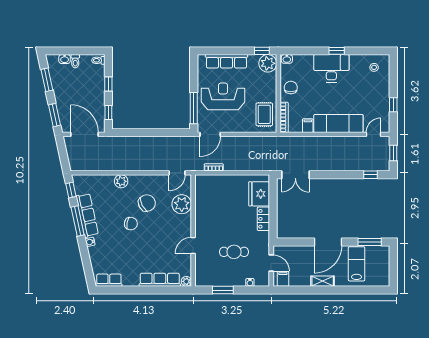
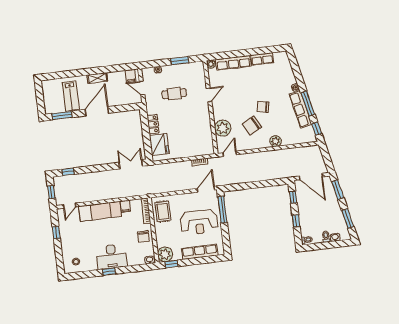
row of seats: (109, 280) -> (262, 59), moved

